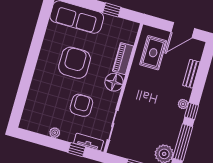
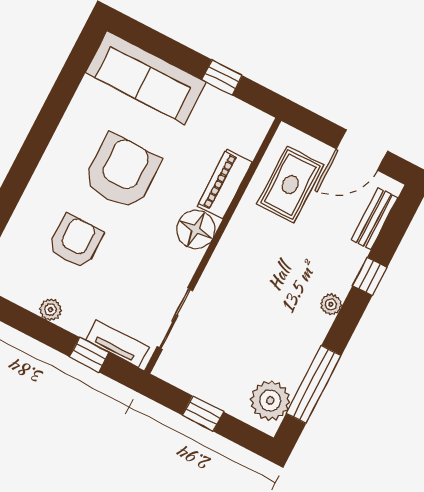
bench: (191, 74) -> (374, 219), moved
armchair: (81, 105) -> (76, 242), moved
window: (192, 111) -> (370, 276), moved

